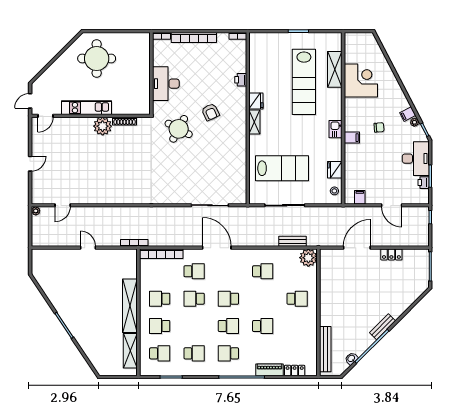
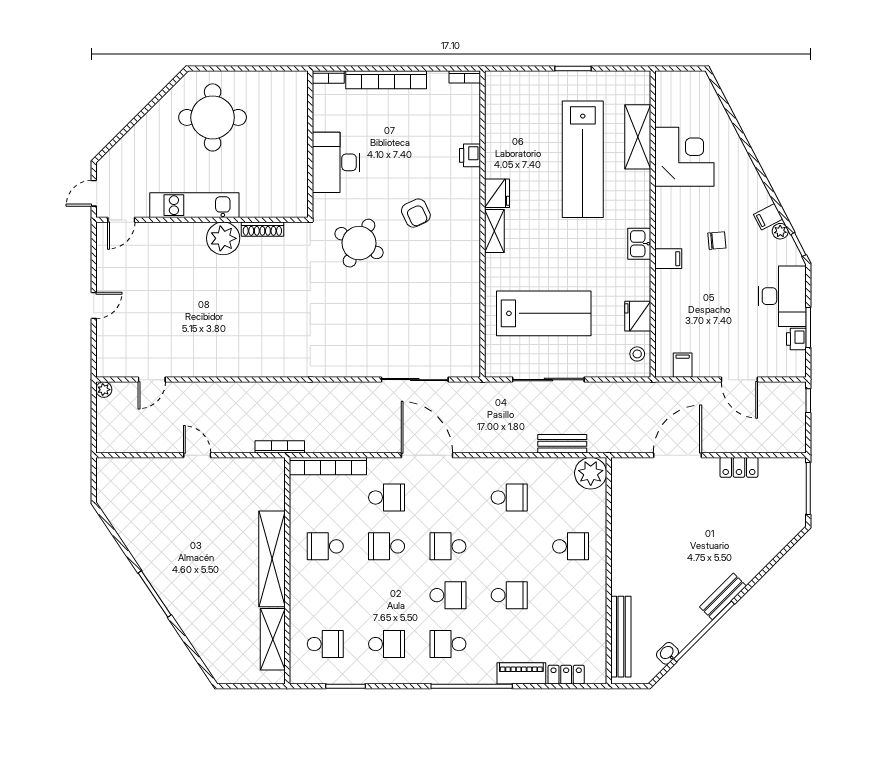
school desk: (160, 326) -> (325, 595), removed

